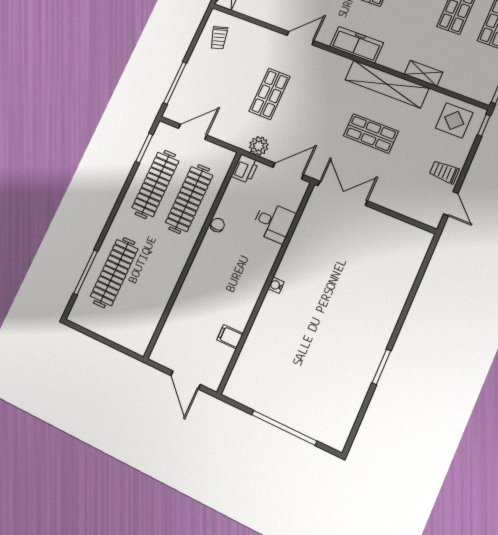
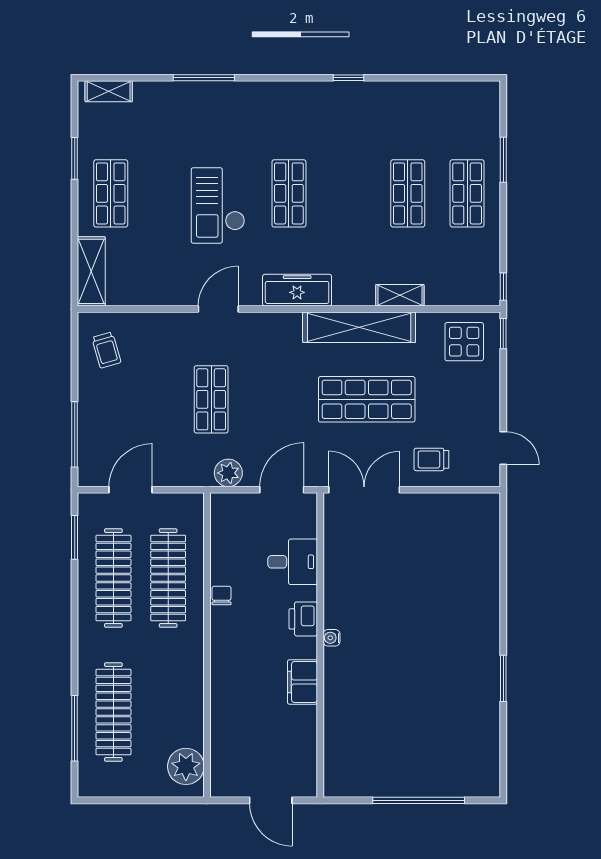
shop shelf: (371, 133) -> (367, 399), width x1.43, depth x1.36
printer: (245, 169) -> (303, 619), moved, turned 180
trolley: (444, 172) -> (431, 459), moved
plant: (142, 330) -> (186, 766), added
filing cabinet: (230, 337) -> (302, 682), moved, width x2.00

